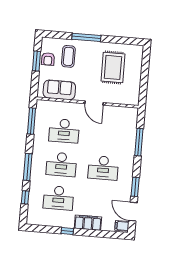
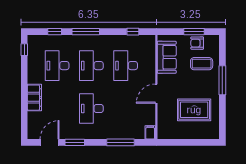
window: (32, 121) -> (133, 32), width x0.46
filing cabinet: (122, 226) -> (150, 132), moved
window: (67, 231) -> (24, 50), moved

